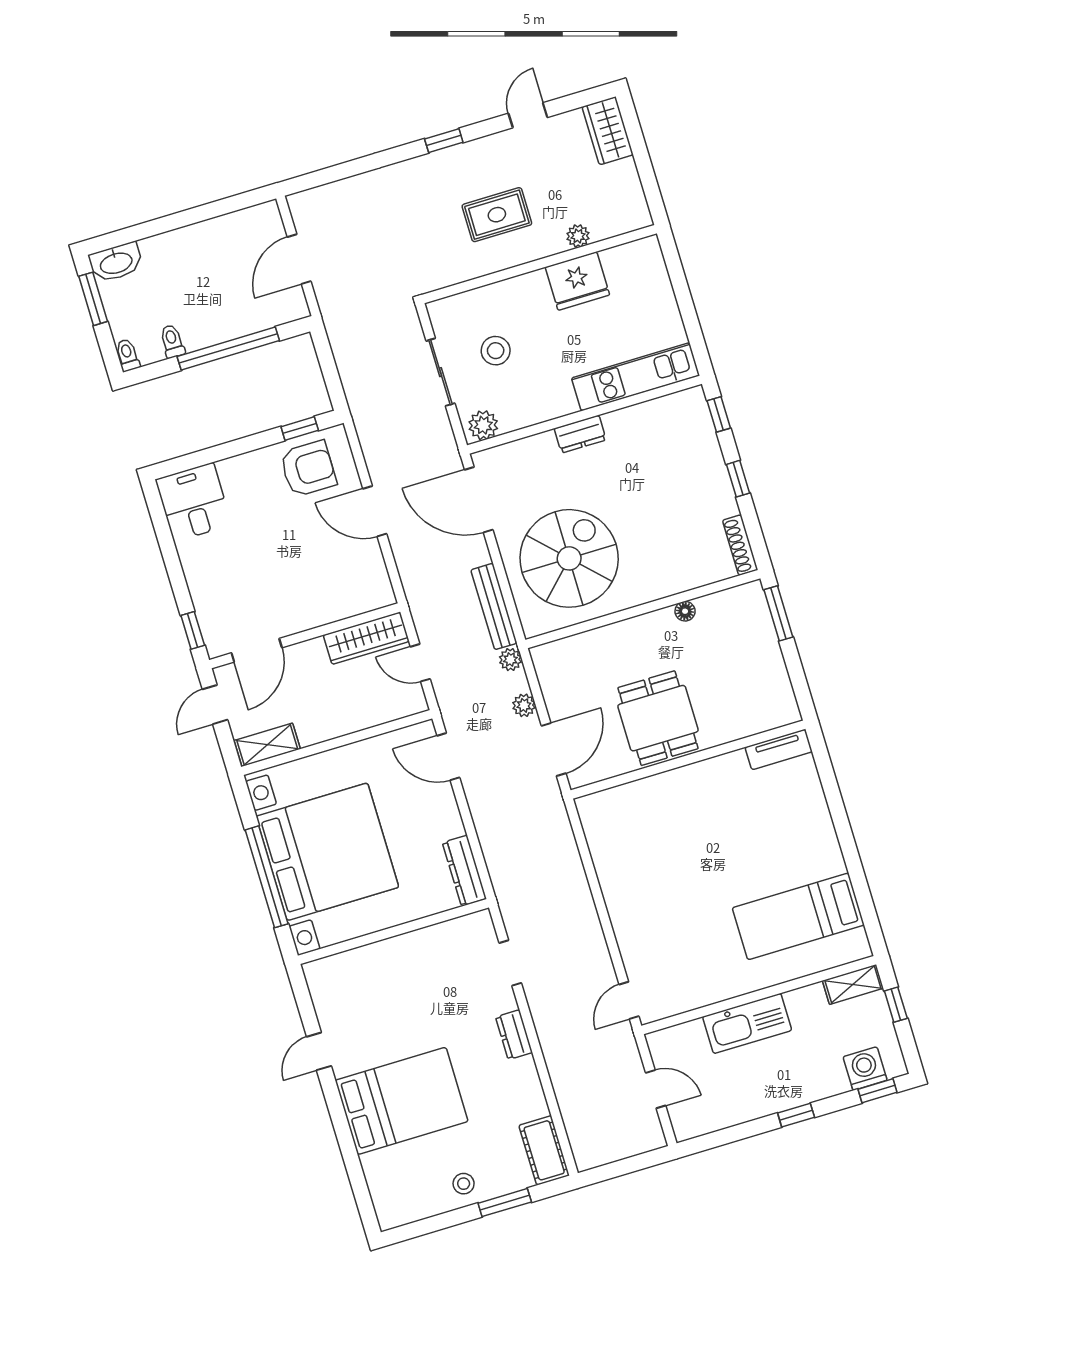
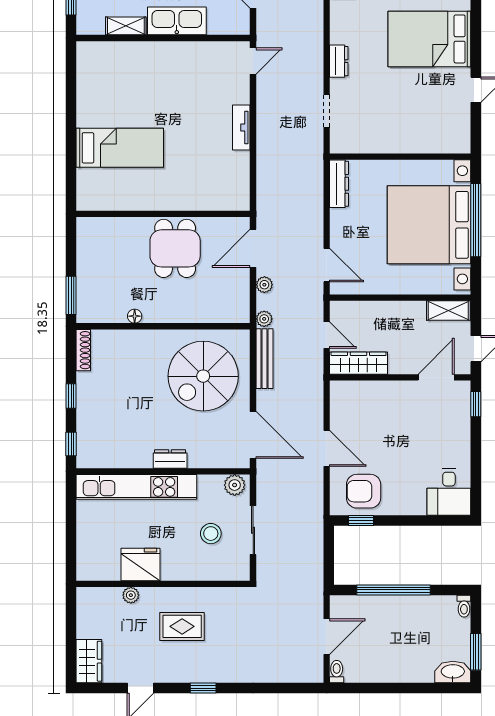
toilet: (172, 341) -> (337, 672), moved, turned 180
kitchen unit: (635, 377) -> (136, 487), width x1.36
tv unit: (779, 749) -> (241, 128), moved, turned -90
bed: (798, 916) -> (120, 148), moved
shelving: (853, 984) -> (126, 26), moved

